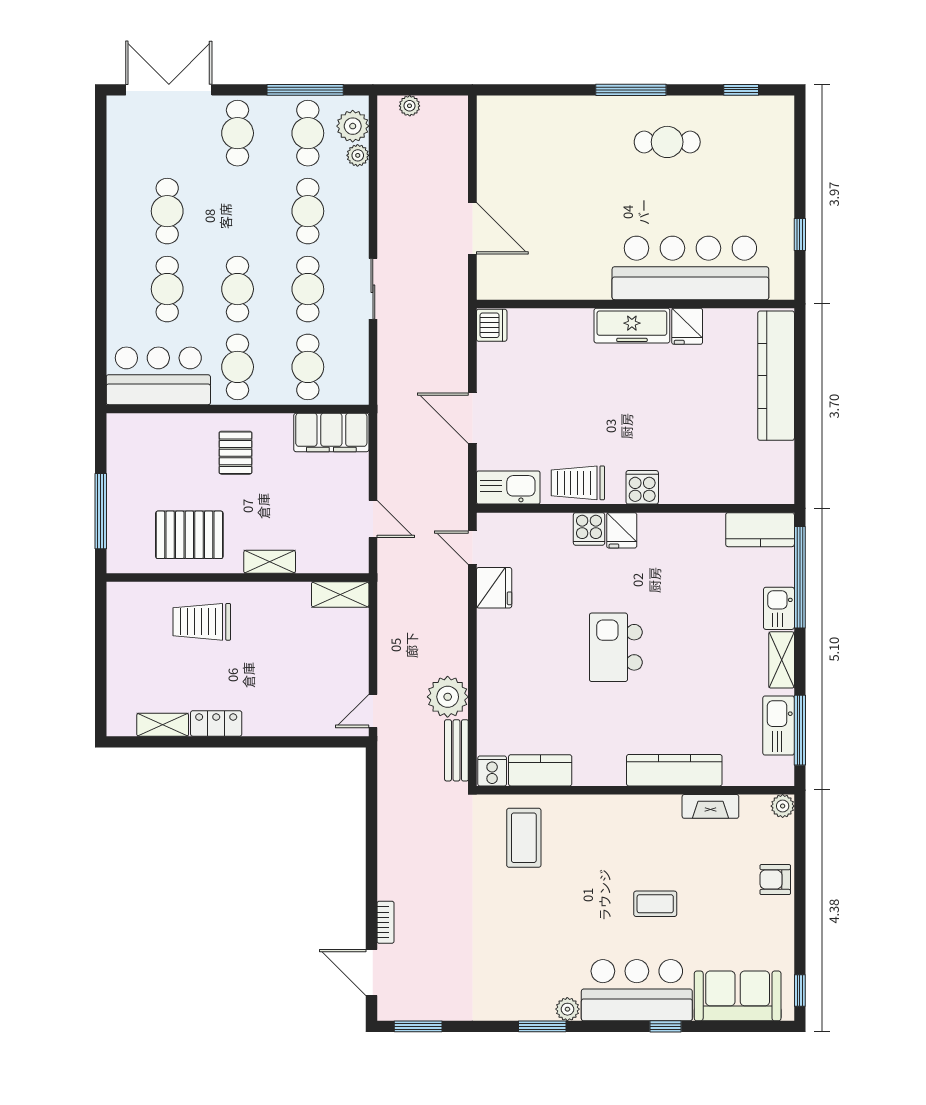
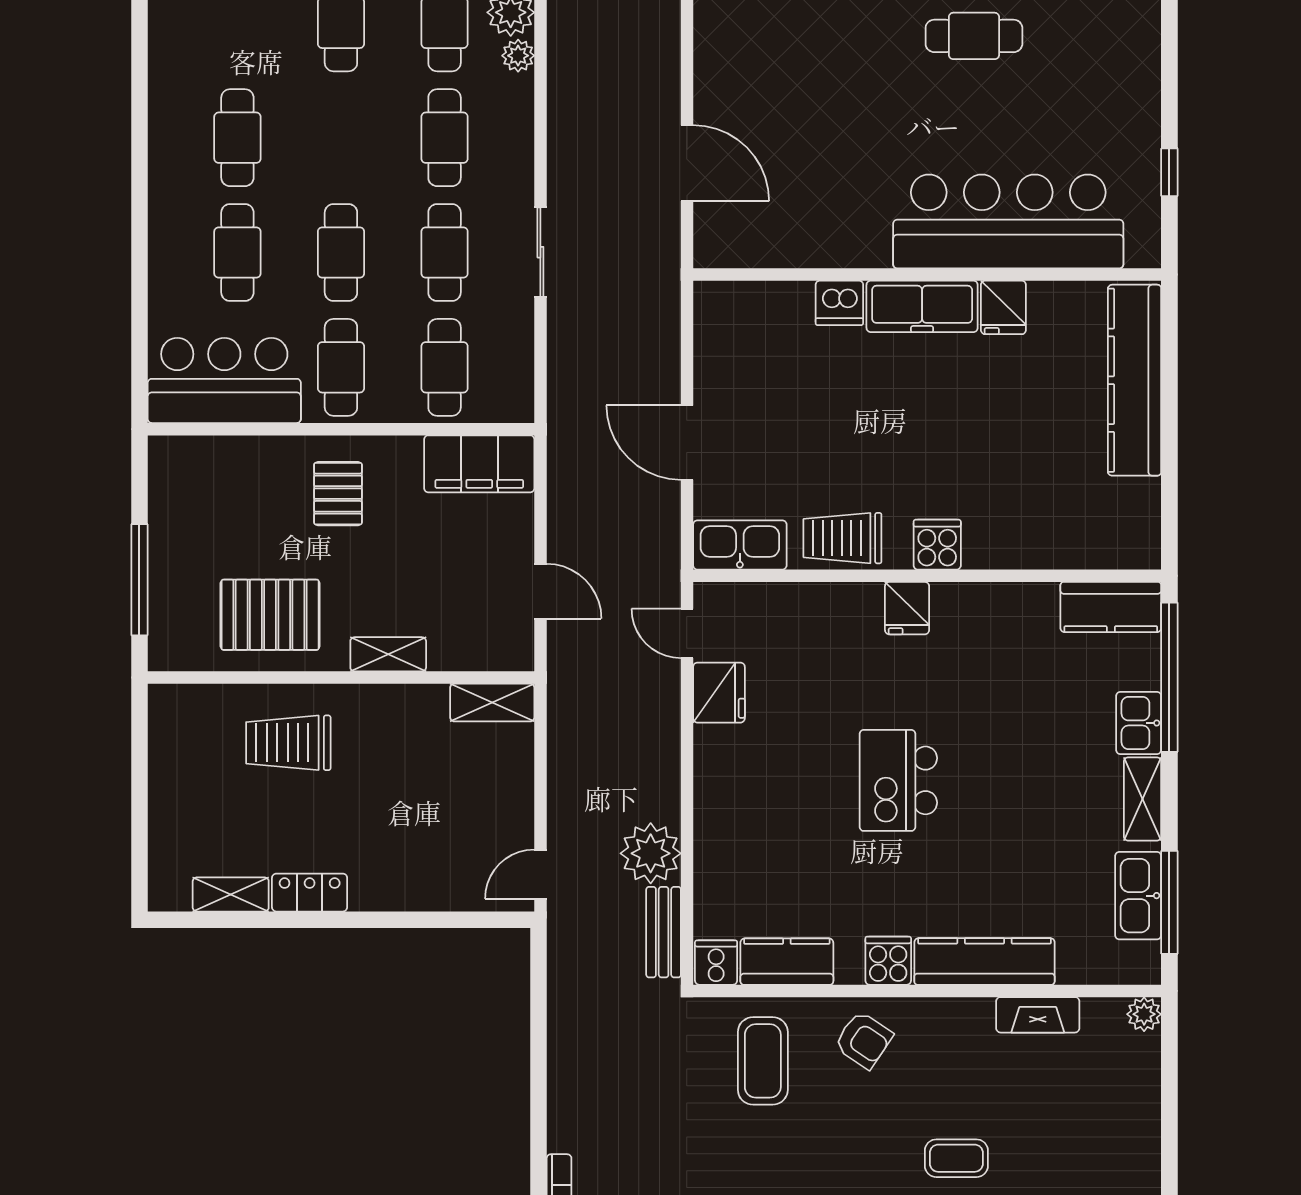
dishwasher: (492, 325) -> (839, 303), moved, turned 90
cooker: (589, 529) -> (888, 961), moved, turned 180
armchair: (775, 880) -> (864, 1040), moved, turned -146

